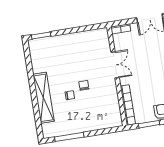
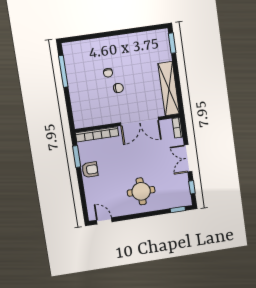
double door: (115, 65) -> (140, 121), width x1.37
shelving: (43, 98) -> (169, 89), moved, turned 90

